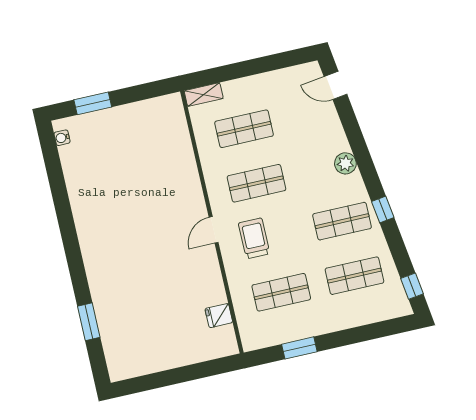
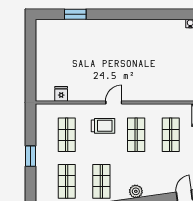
door: (214, 230) -> (114, 102), hinge flipped
window: (299, 348) -> (31, 156), moved

